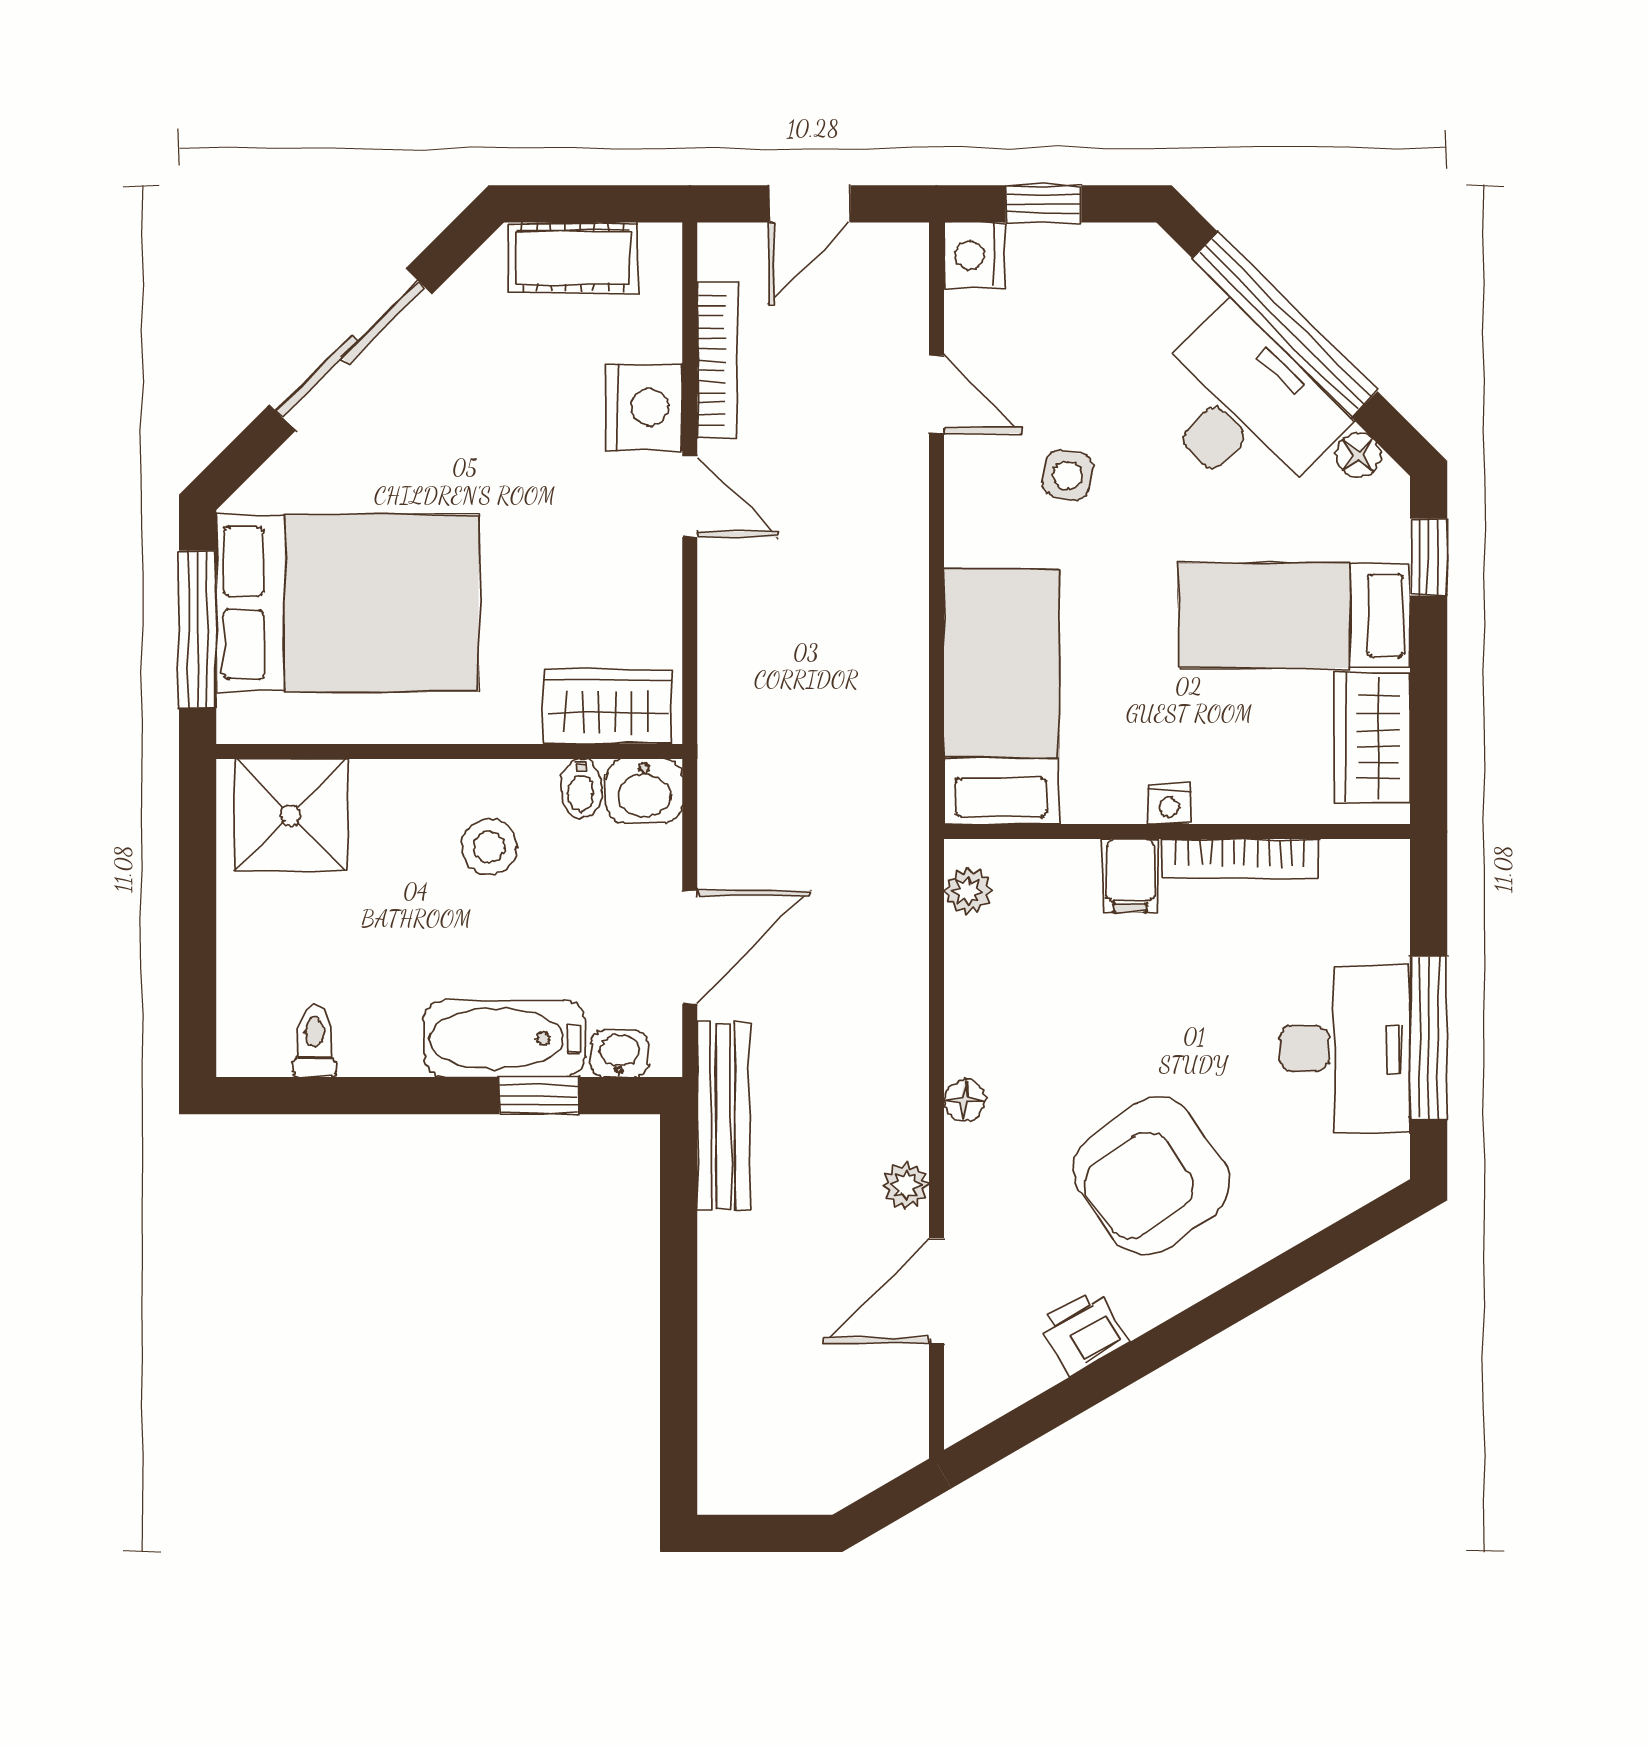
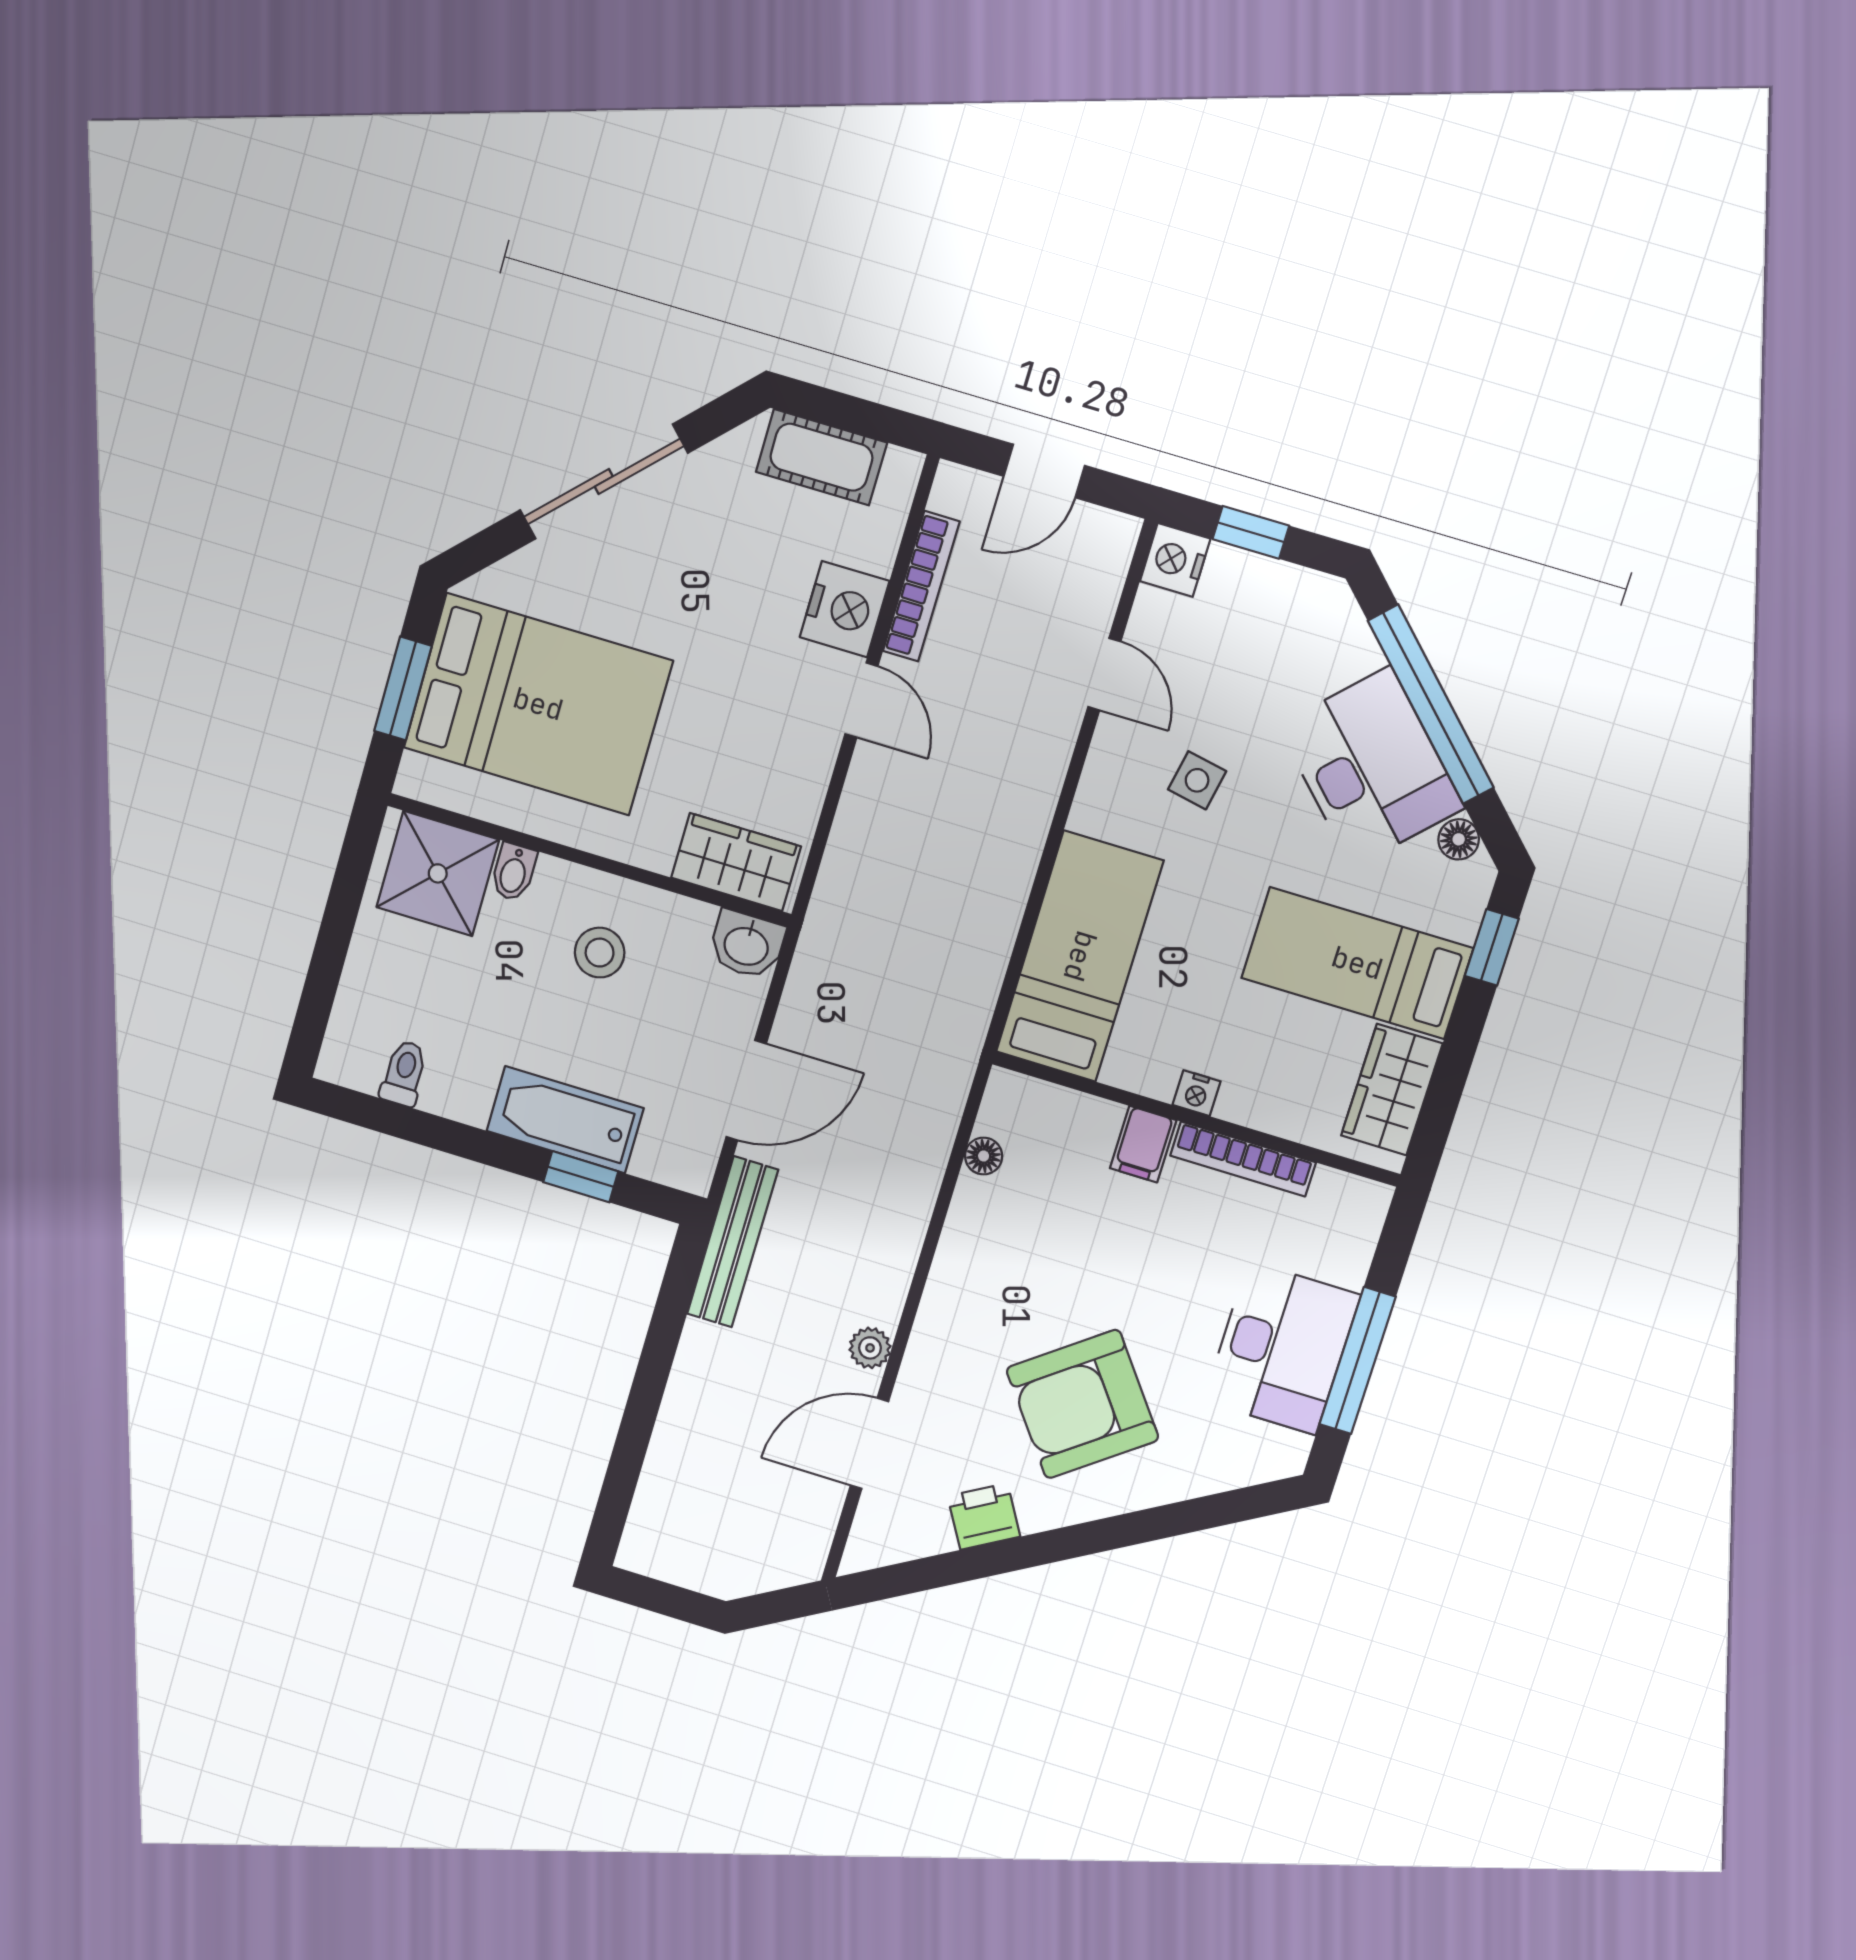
window: (198, 629) -> (403, 688), width x0.69
bidet: (581, 789) -> (514, 872), moved
plant: (968, 891) -> (999, 1115), removed
washbasin: (619, 1054) -> (660, 1162), removed
floor lamp: (965, 1100) -> (984, 1156), moved

